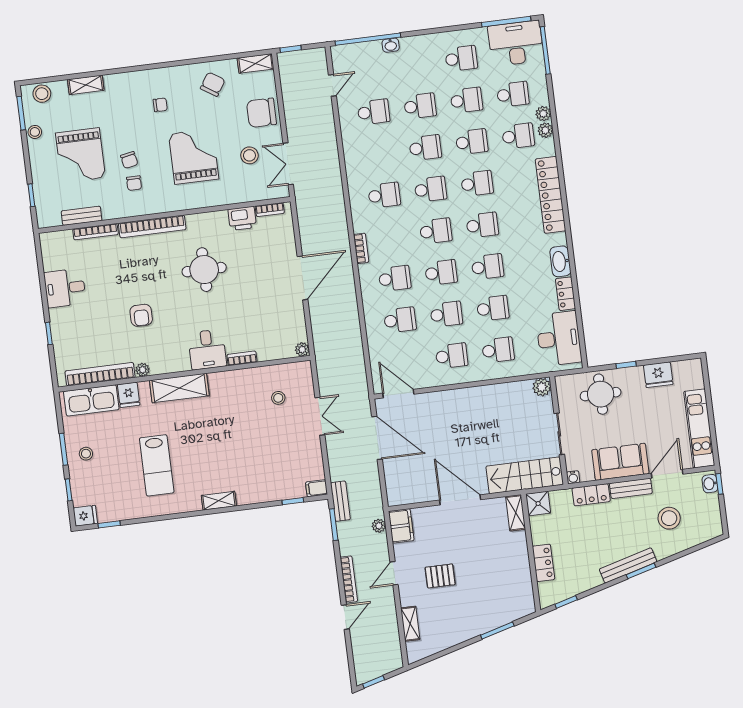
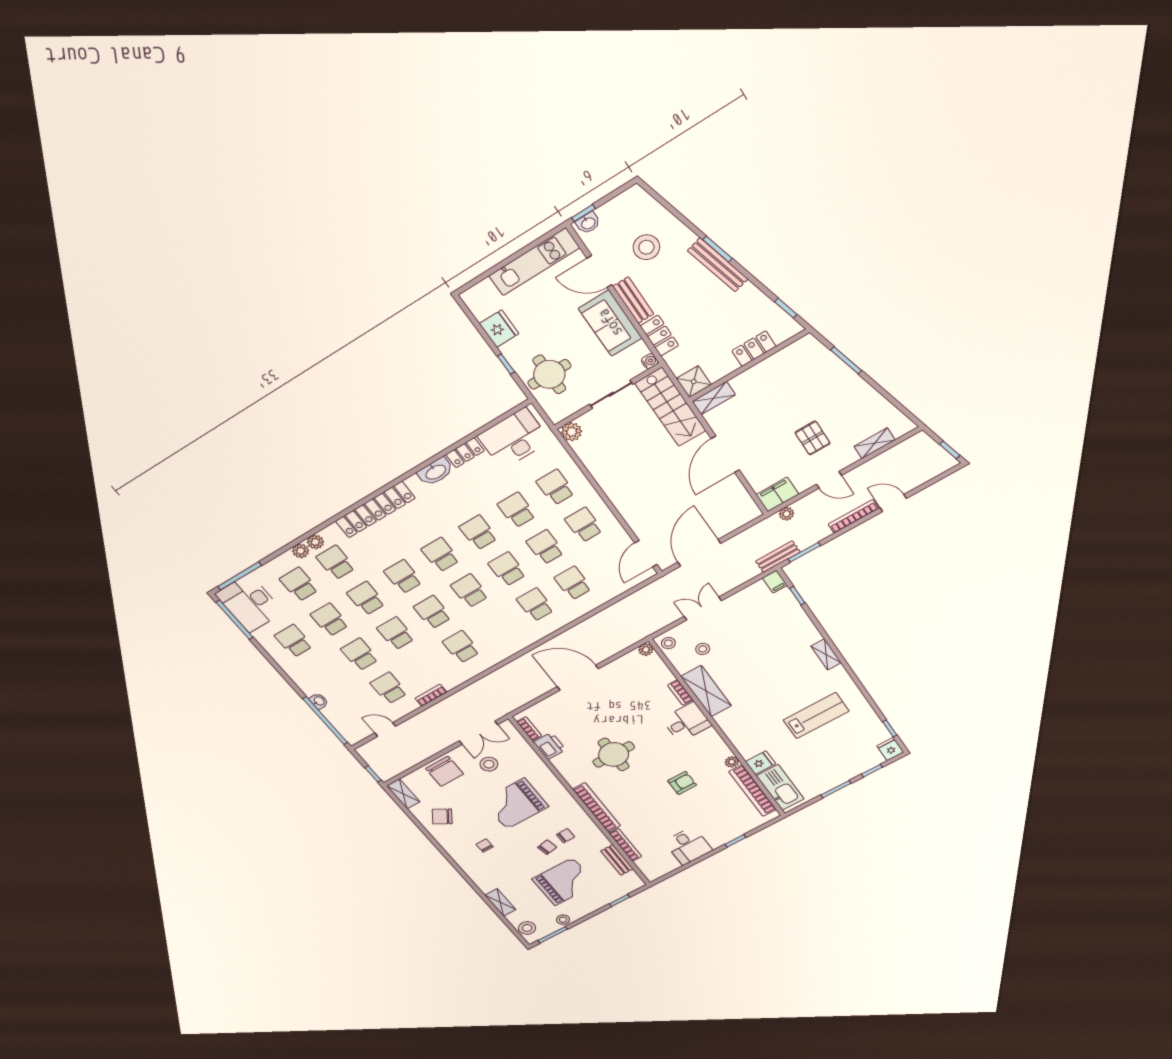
bookcase: (361, 248) -> (431, 695), moved
shelving: (179, 388) -> (706, 691), moved
stool: (86, 454) -> (668, 643), moved

